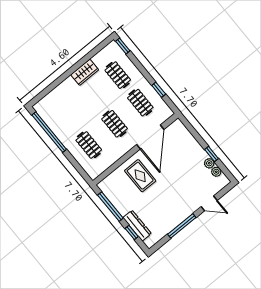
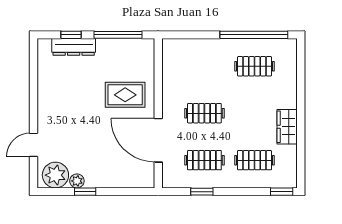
clothes rail: (89, 145) -> (255, 66), moved
plant: (216, 172) -> (55, 175), width x1.87, depth x1.87
window: (182, 226) -> (34, 95), removed

